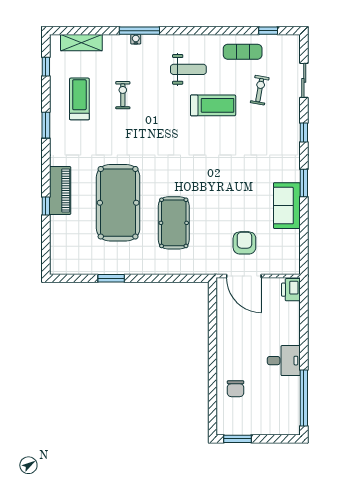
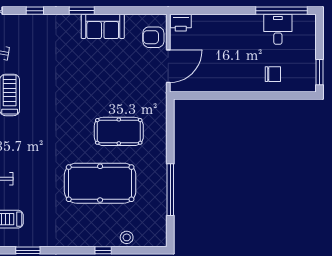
piano: (60, 190) -> (89, 237), removed
stool: (60, 231) -> (127, 237), added
armchair: (244, 243) -> (153, 37), moved
window: (111, 278) -> (170, 190), width x2.11
desk: (284, 361) -> (278, 29), moved

